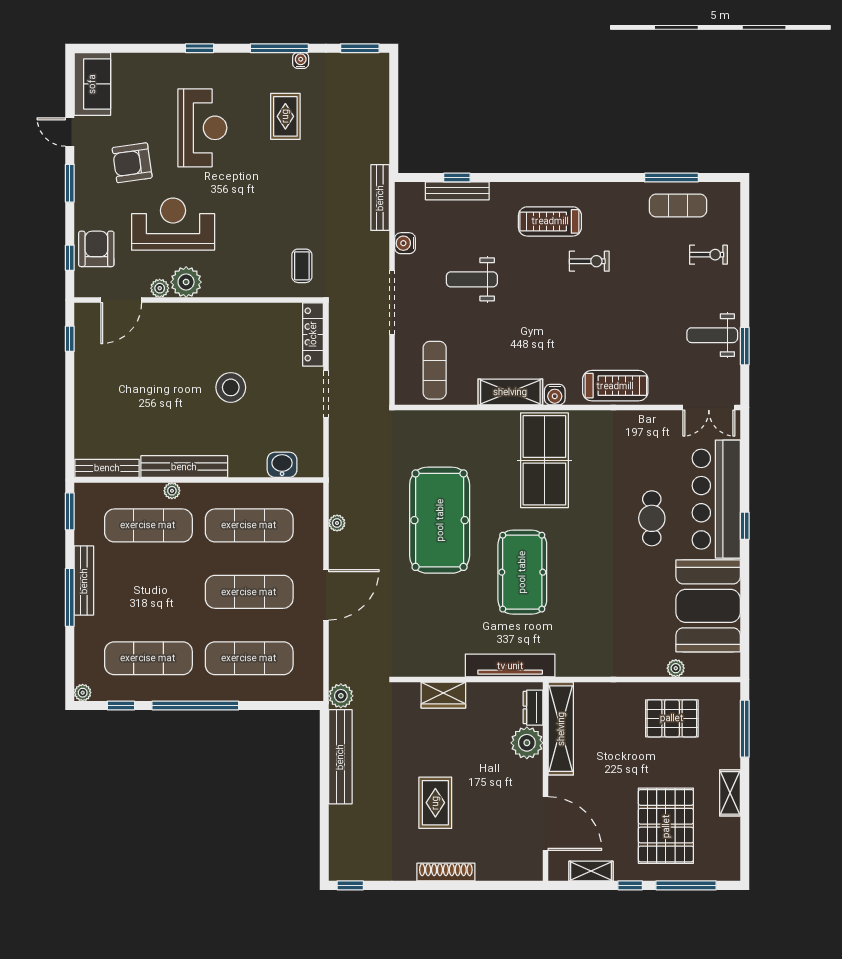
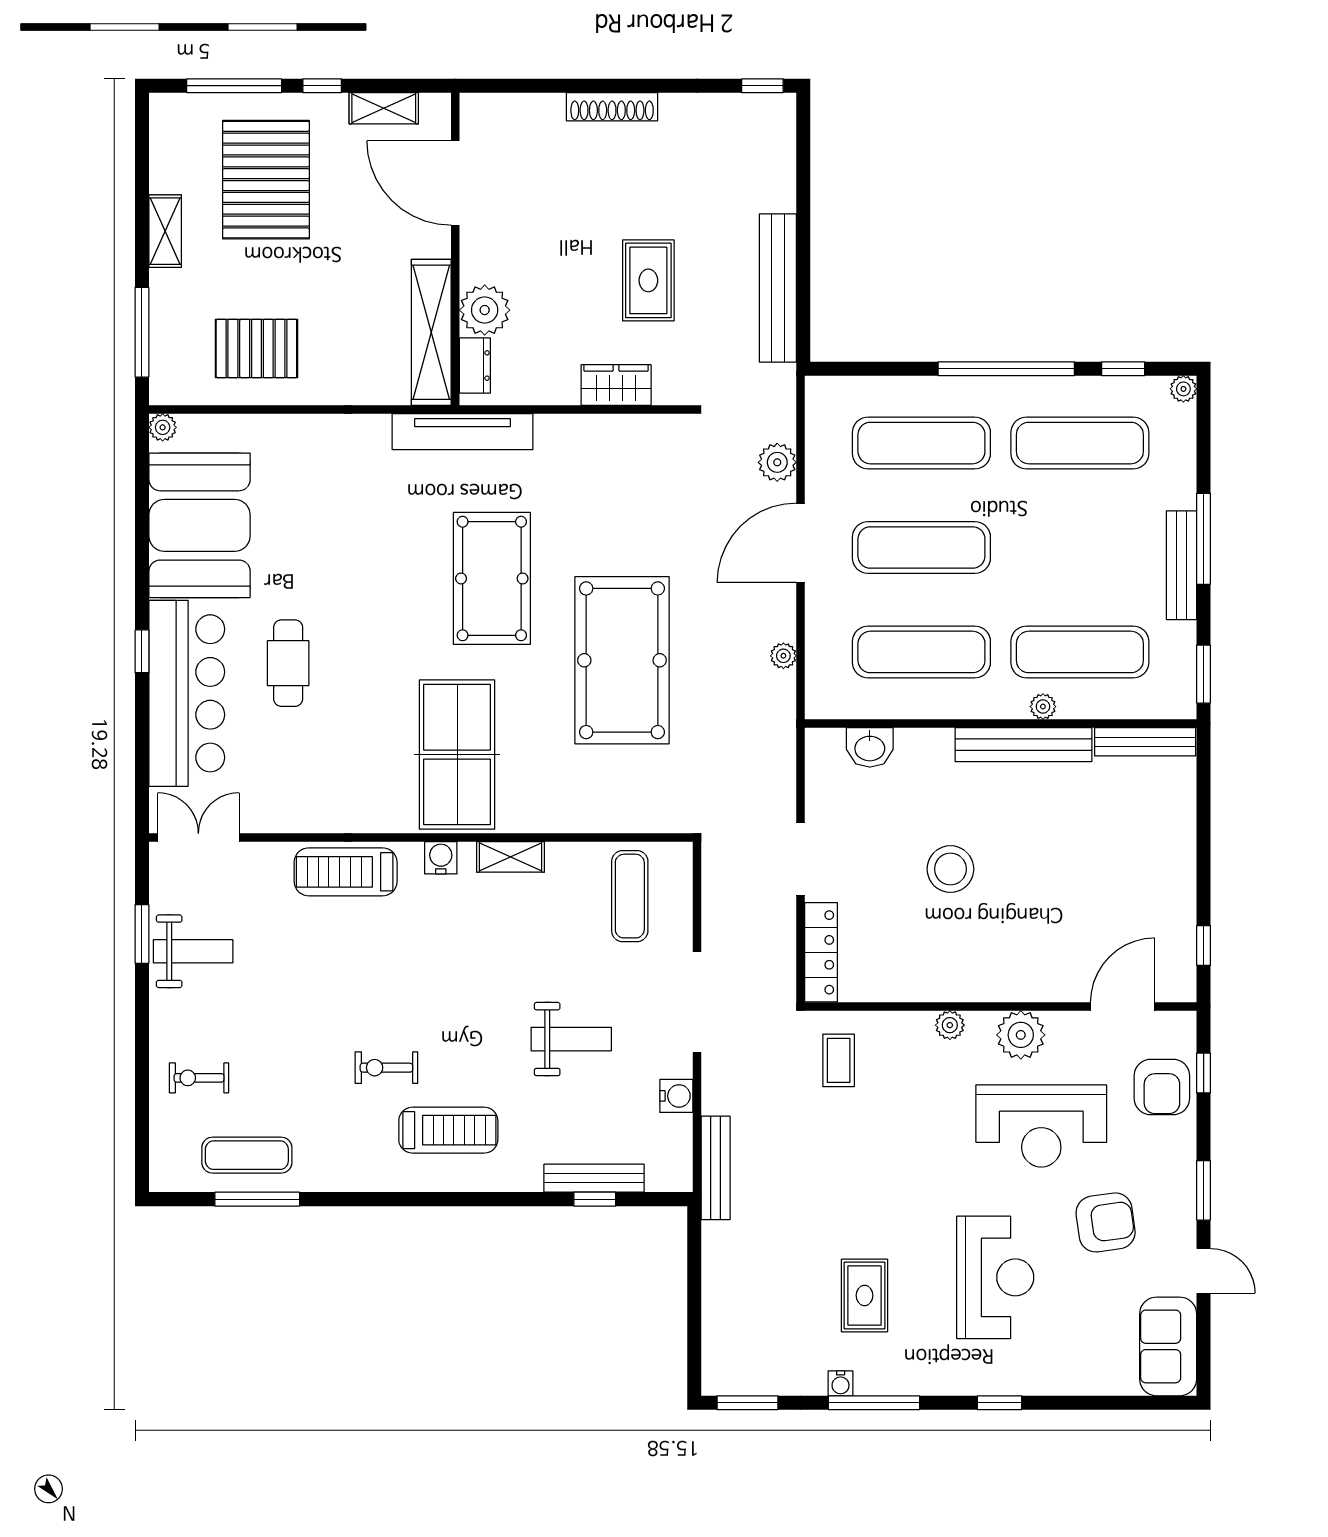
reception desk: (202, 128) -> (995, 1277), turned 180
plant: (160, 288) -> (950, 1025), moved
shelving: (510, 392) -> (511, 857), width x0.67, depth x0.75
tv unit: (510, 666) -> (462, 432), moved
plant: (676, 668) -> (163, 427), moved
plant: (341, 696) -> (777, 462), moved
rug: (435, 803) -> (648, 280), moved

